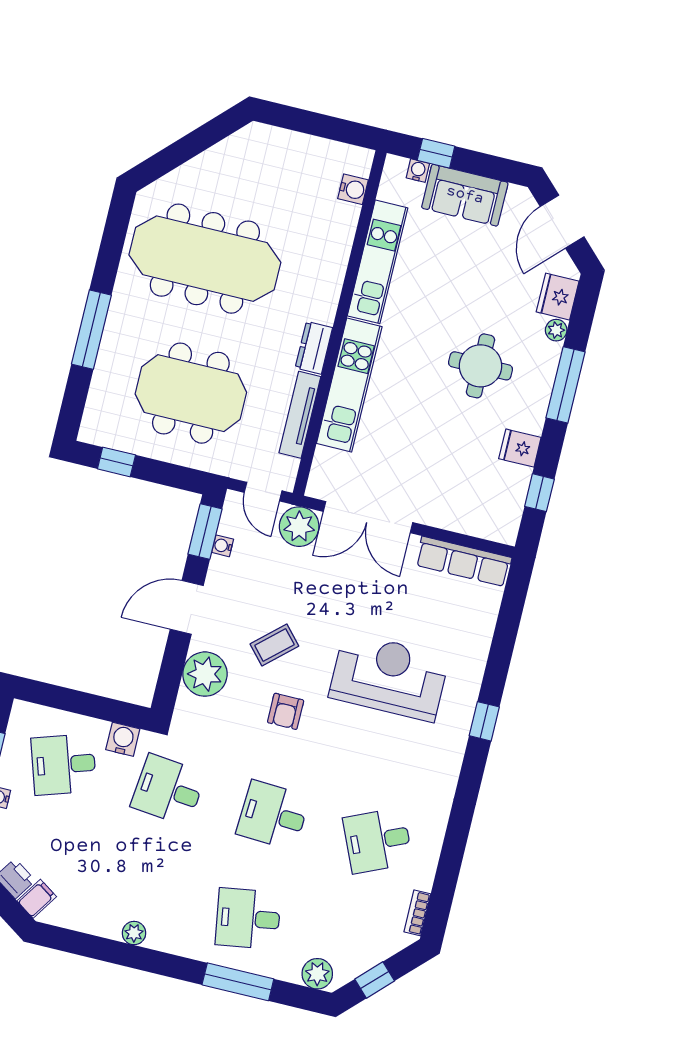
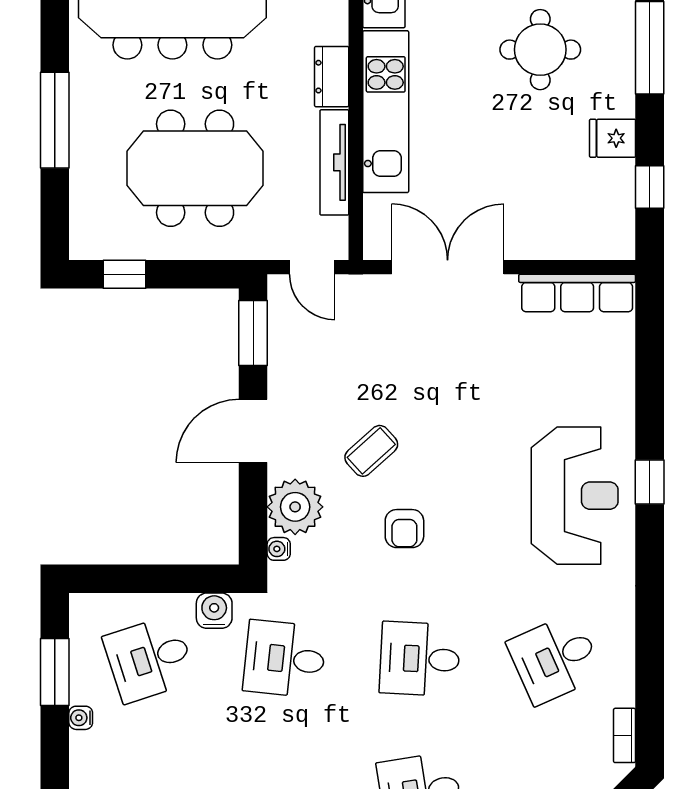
double door: (368, 517) -> (448, 267), swing flipped
plant: (299, 527) -> (366, 299), removed
water cooler: (223, 546) -> (279, 549), moved
reception desk: (389, 677) -> (575, 496), moved, turned 90

